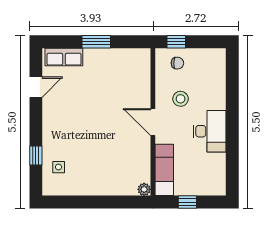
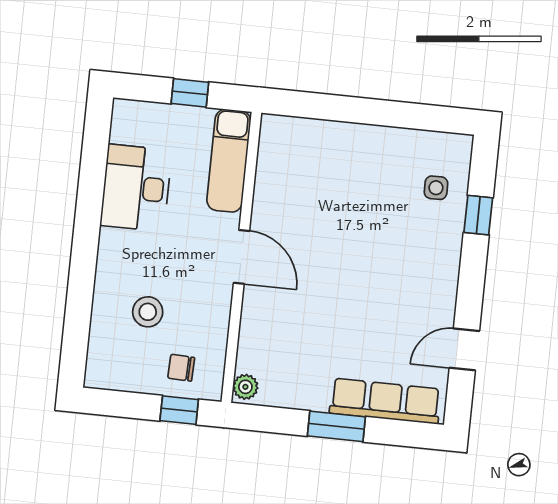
row of seats: (64, 57) -> (385, 401), width x1.48
stool: (181, 99) -> (148, 312), moved
desk: (210, 131) -> (136, 188), moved
plant: (144, 189) -> (245, 387), moved

